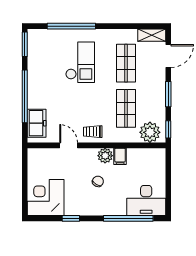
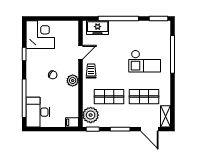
filing cabinet: (120, 156) -> (72, 122), moved

